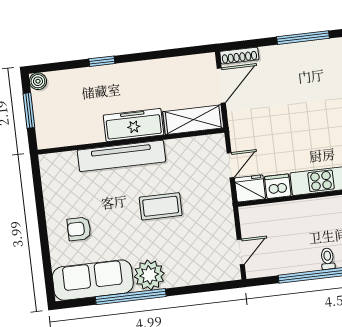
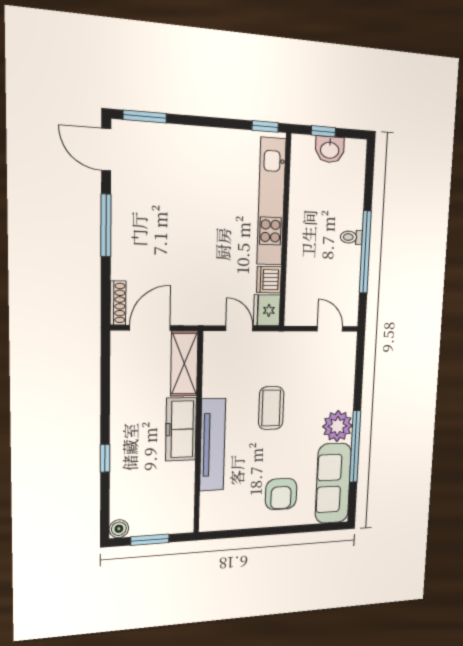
door: (221, 85) -> (150, 328), hinge flipped
armchair: (79, 229) -> (281, 494), width x1.38, depth x1.38

